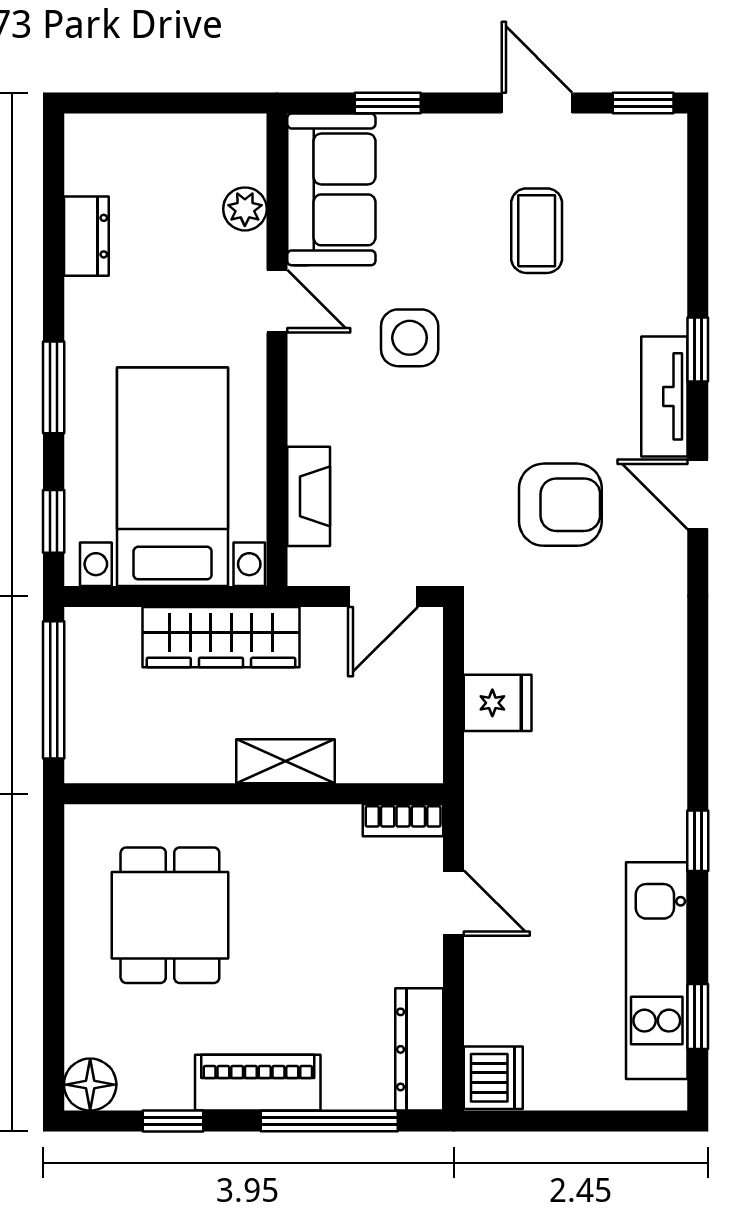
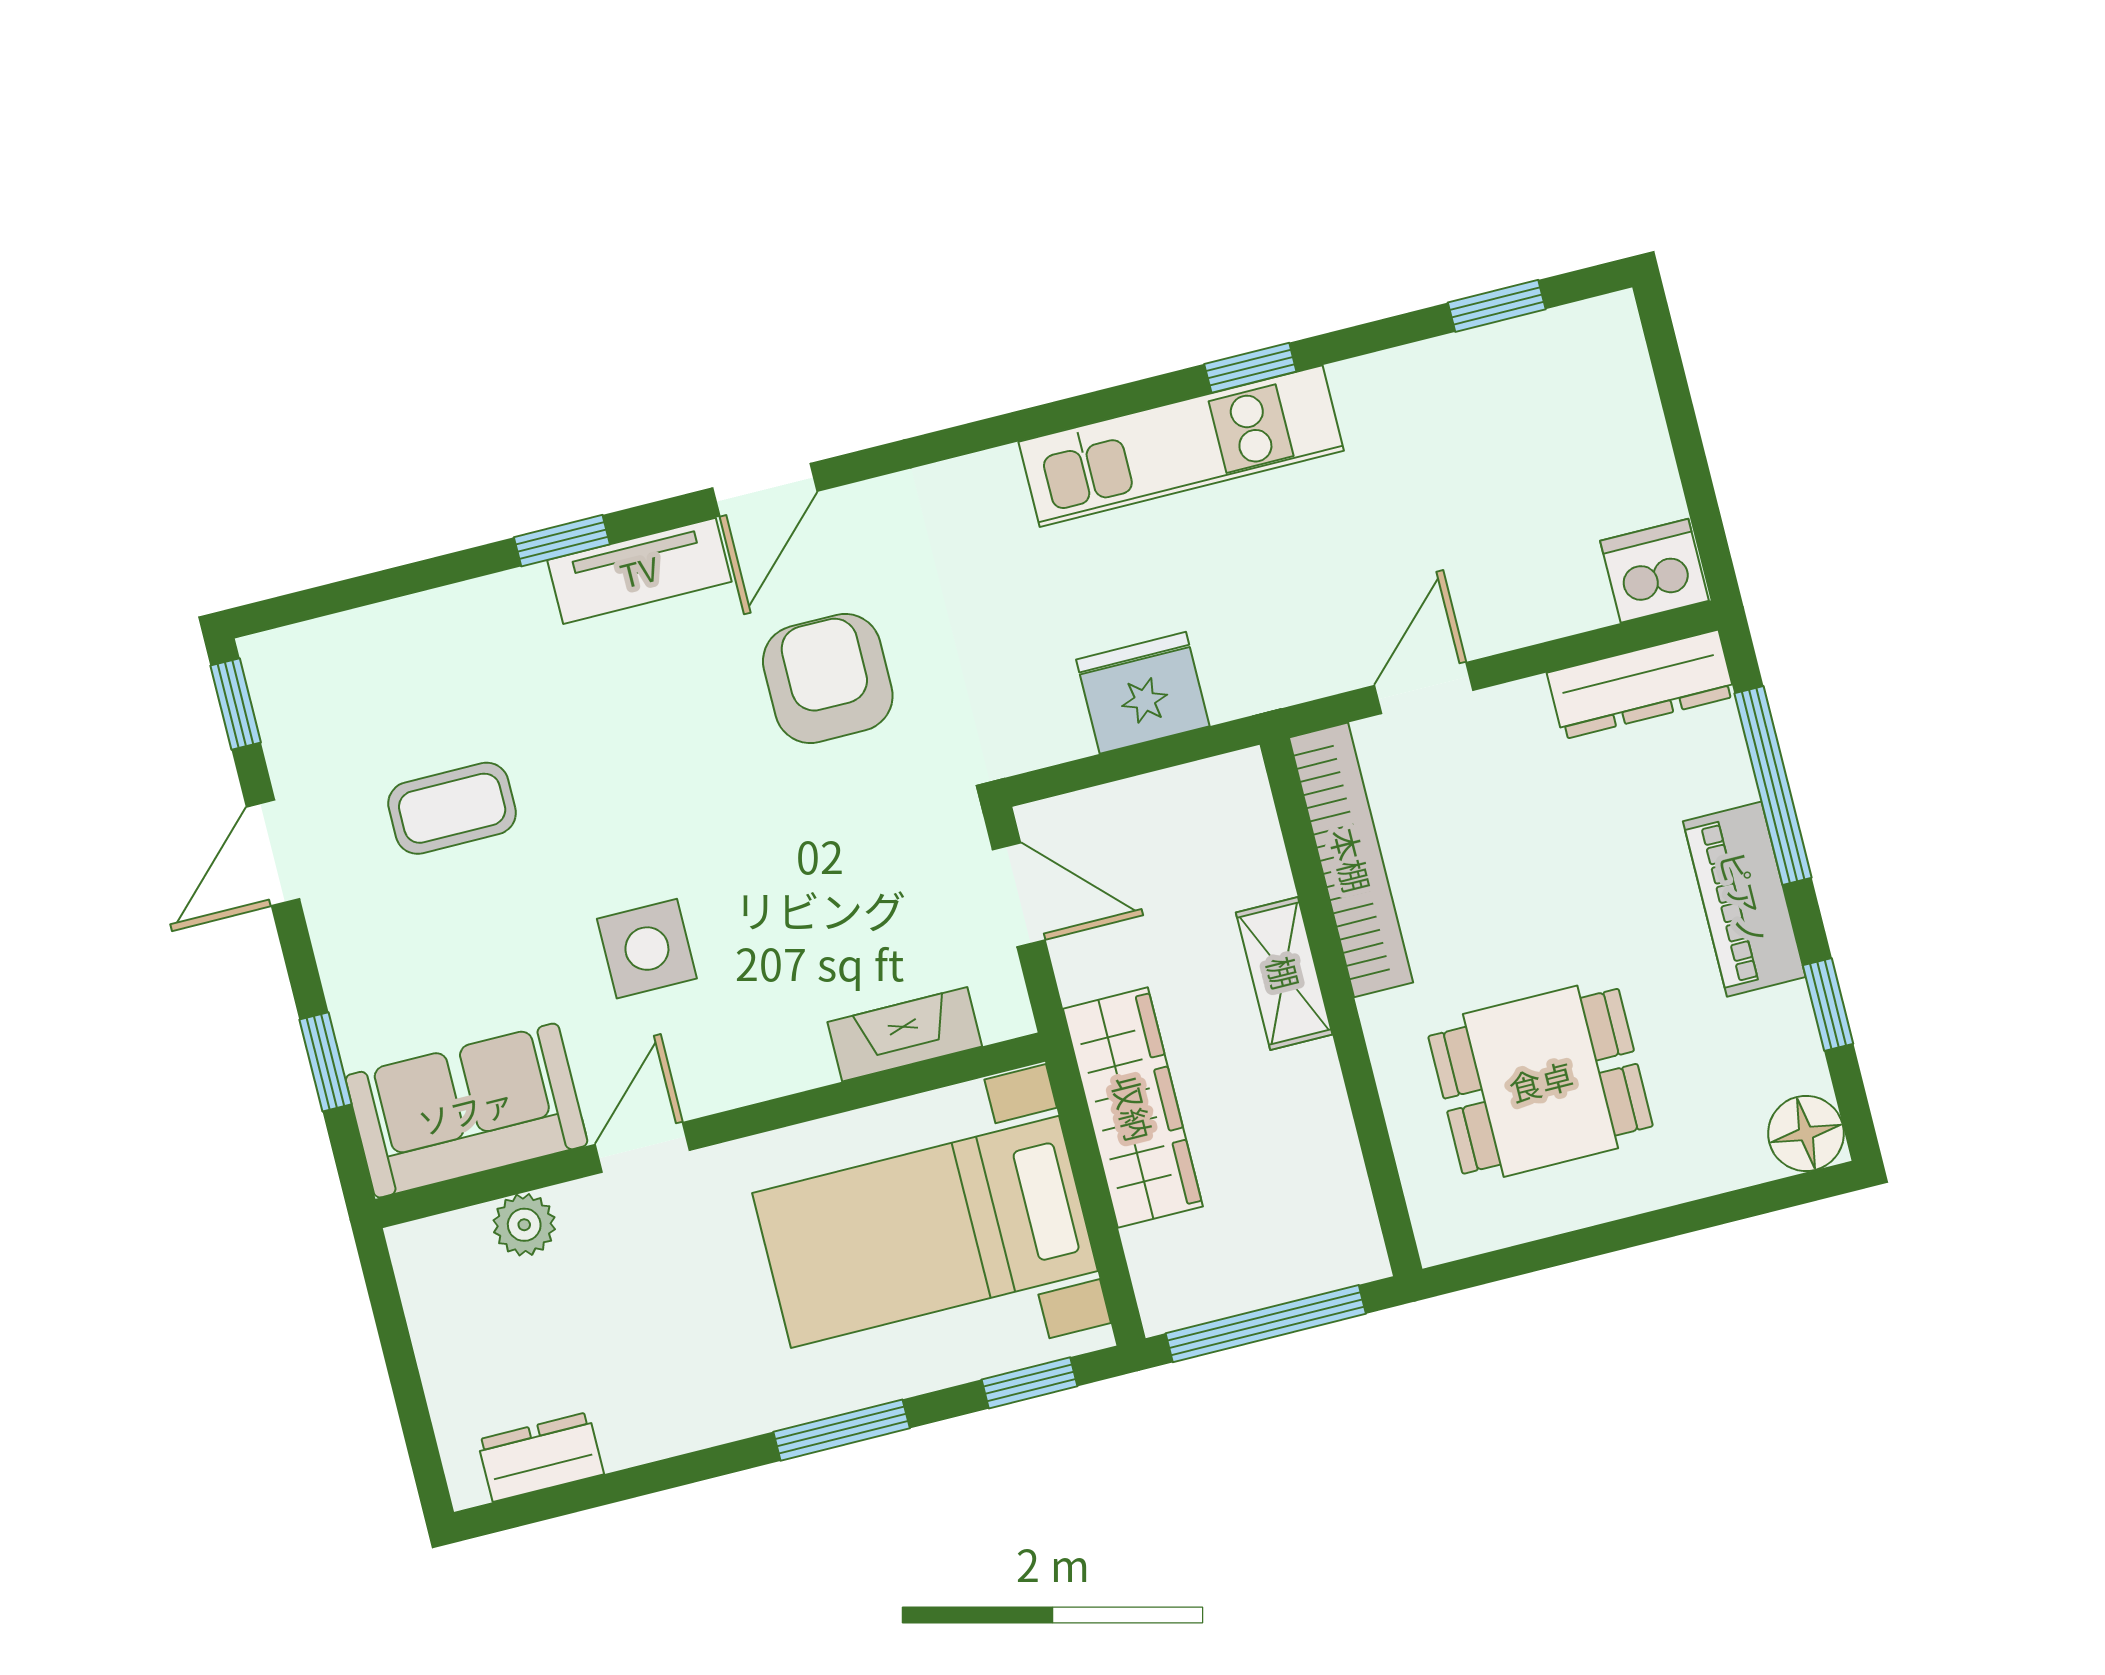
dresser: (86, 236) -> (541, 1457), moved
fridge: (498, 703) -> (1143, 693), width x1.38
bookcase: (403, 820) -> (1351, 860), width x2.31, depth x1.31
kitchen unit: (657, 971) -> (1181, 446), moved

